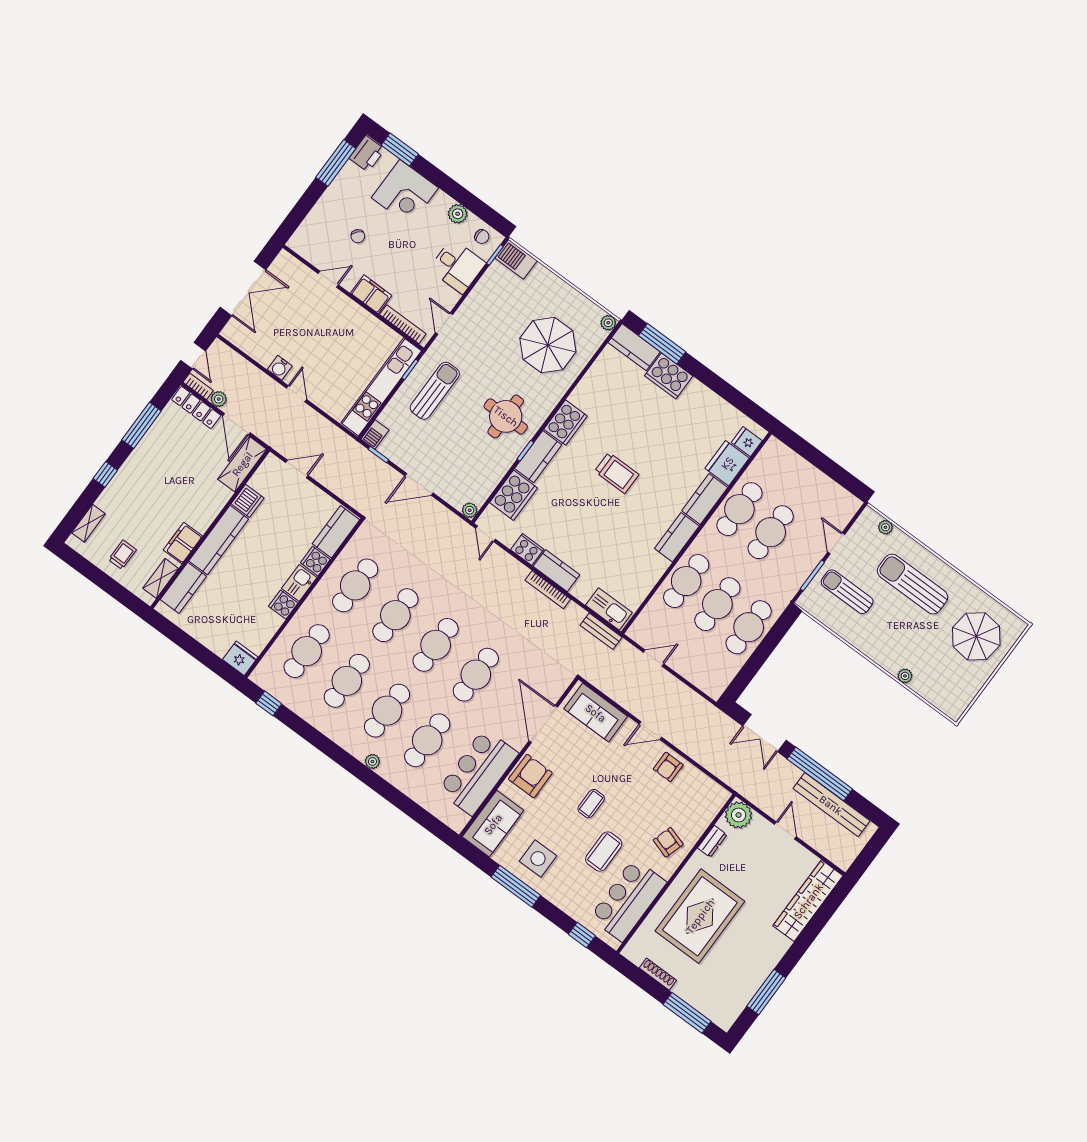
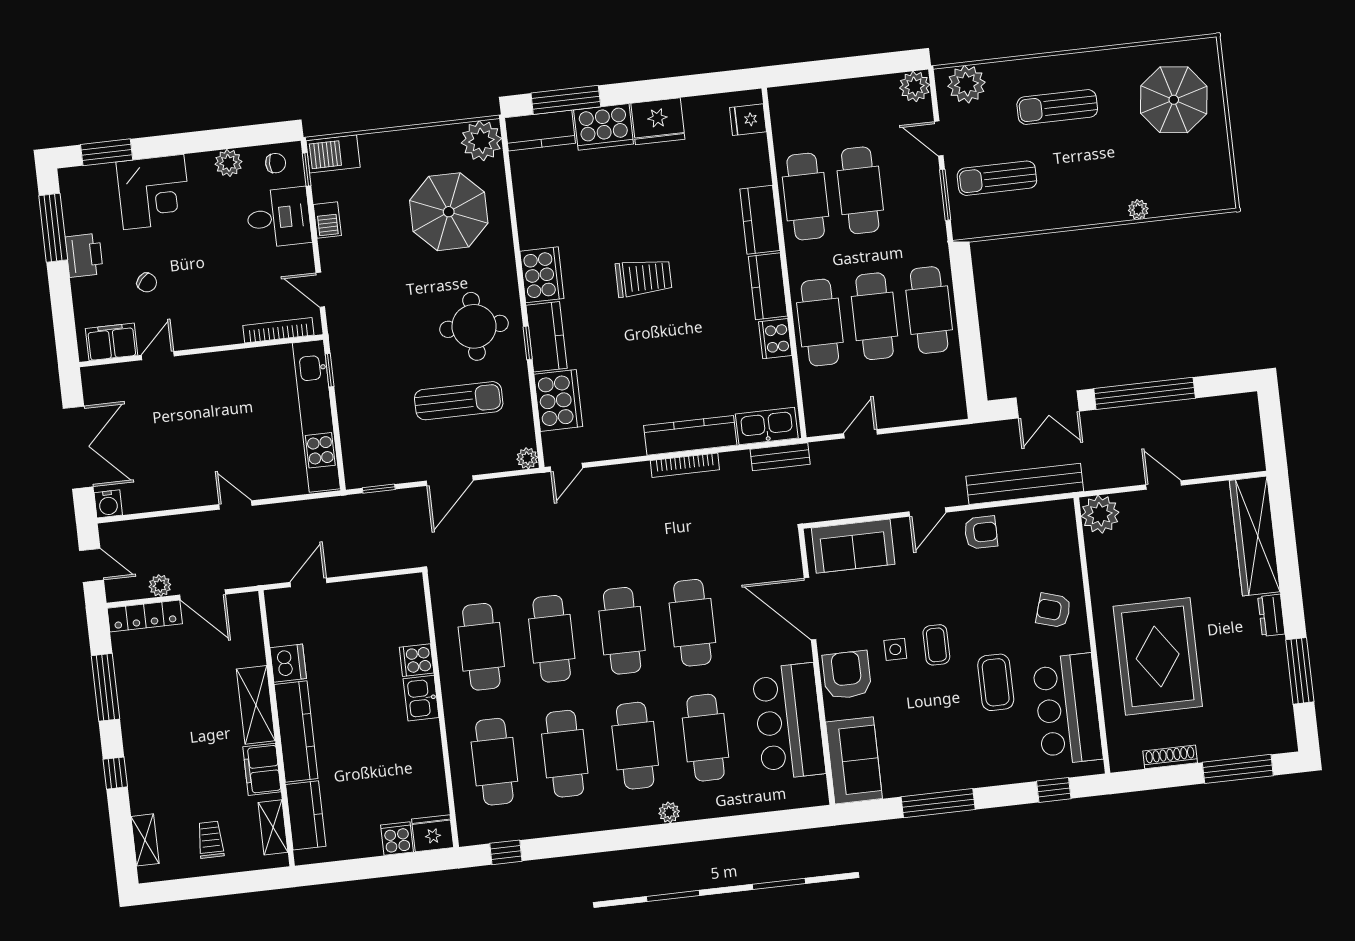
printer: (367, 154) -> (84, 255), moved
filing cabinet: (371, 294) -> (112, 342), moved
plant: (608, 323) -> (481, 141), width x1.87, depth x1.87
water cooler: (280, 368) -> (108, 504), moved
bookcase: (198, 386) -> (126, 592), removed
sun lounger: (435, 391) -> (459, 401), moved, turned 90
barbecue: (375, 434) -> (327, 220), moved
fridge: (727, 463) -> (658, 121), moved, turned -90
shelving: (242, 464) -> (256, 705), moved
plant: (849, 505) -> (915, 86), added
plant: (885, 527) -> (967, 84), width x1.87, depth x1.87
kitchen counter: (336, 532) -> (409, 610), removed
door: (486, 534) -> (566, 467), hinge flipped
cooker: (527, 549) -> (775, 339), moved, turned -90
kitchen counter: (556, 571) -> (690, 435), width x1.50
sun lounger: (913, 584) -> (1057, 107), width x0.73, depth x0.75
cooker: (283, 605) -> (397, 839), moved, turned 90
armchair: (668, 767) -> (981, 532), turned -90
bench: (831, 805) -> (1025, 484), moved
dresser: (712, 841) -> (1271, 615), moved, turned 180
side table: (538, 859) -> (895, 649), moved, width x0.54, depth x0.54

